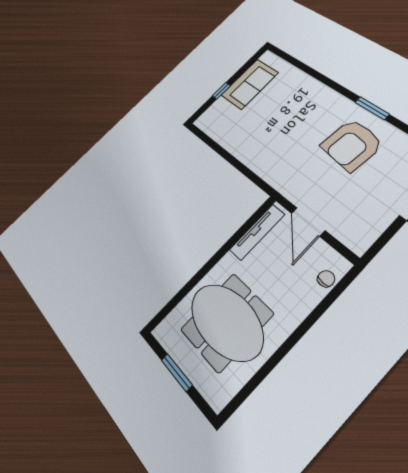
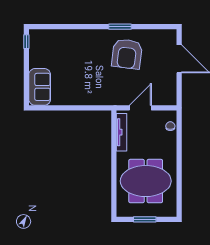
sofa: (250, 84) -> (40, 87), moved
window: (221, 91) -> (26, 42), moved
door: (308, 222) -> (140, 108), swing flipped

